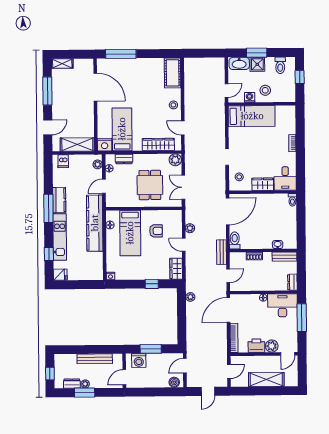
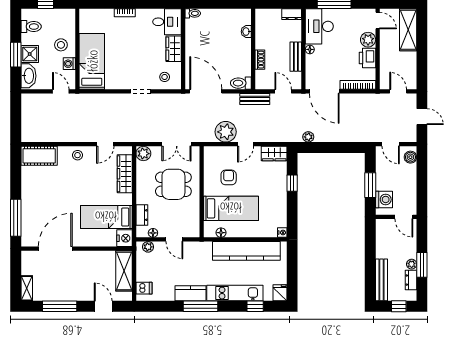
kitchen counter: (95, 223) -> (246, 251), moved
plant: (190, 228) -> (226, 132), width x1.87, depth x1.87
bench: (285, 257) -> (296, 57), moved
bench: (95, 359) -> (381, 280), moved
shelving: (266, 379) -> (408, 30), moved

